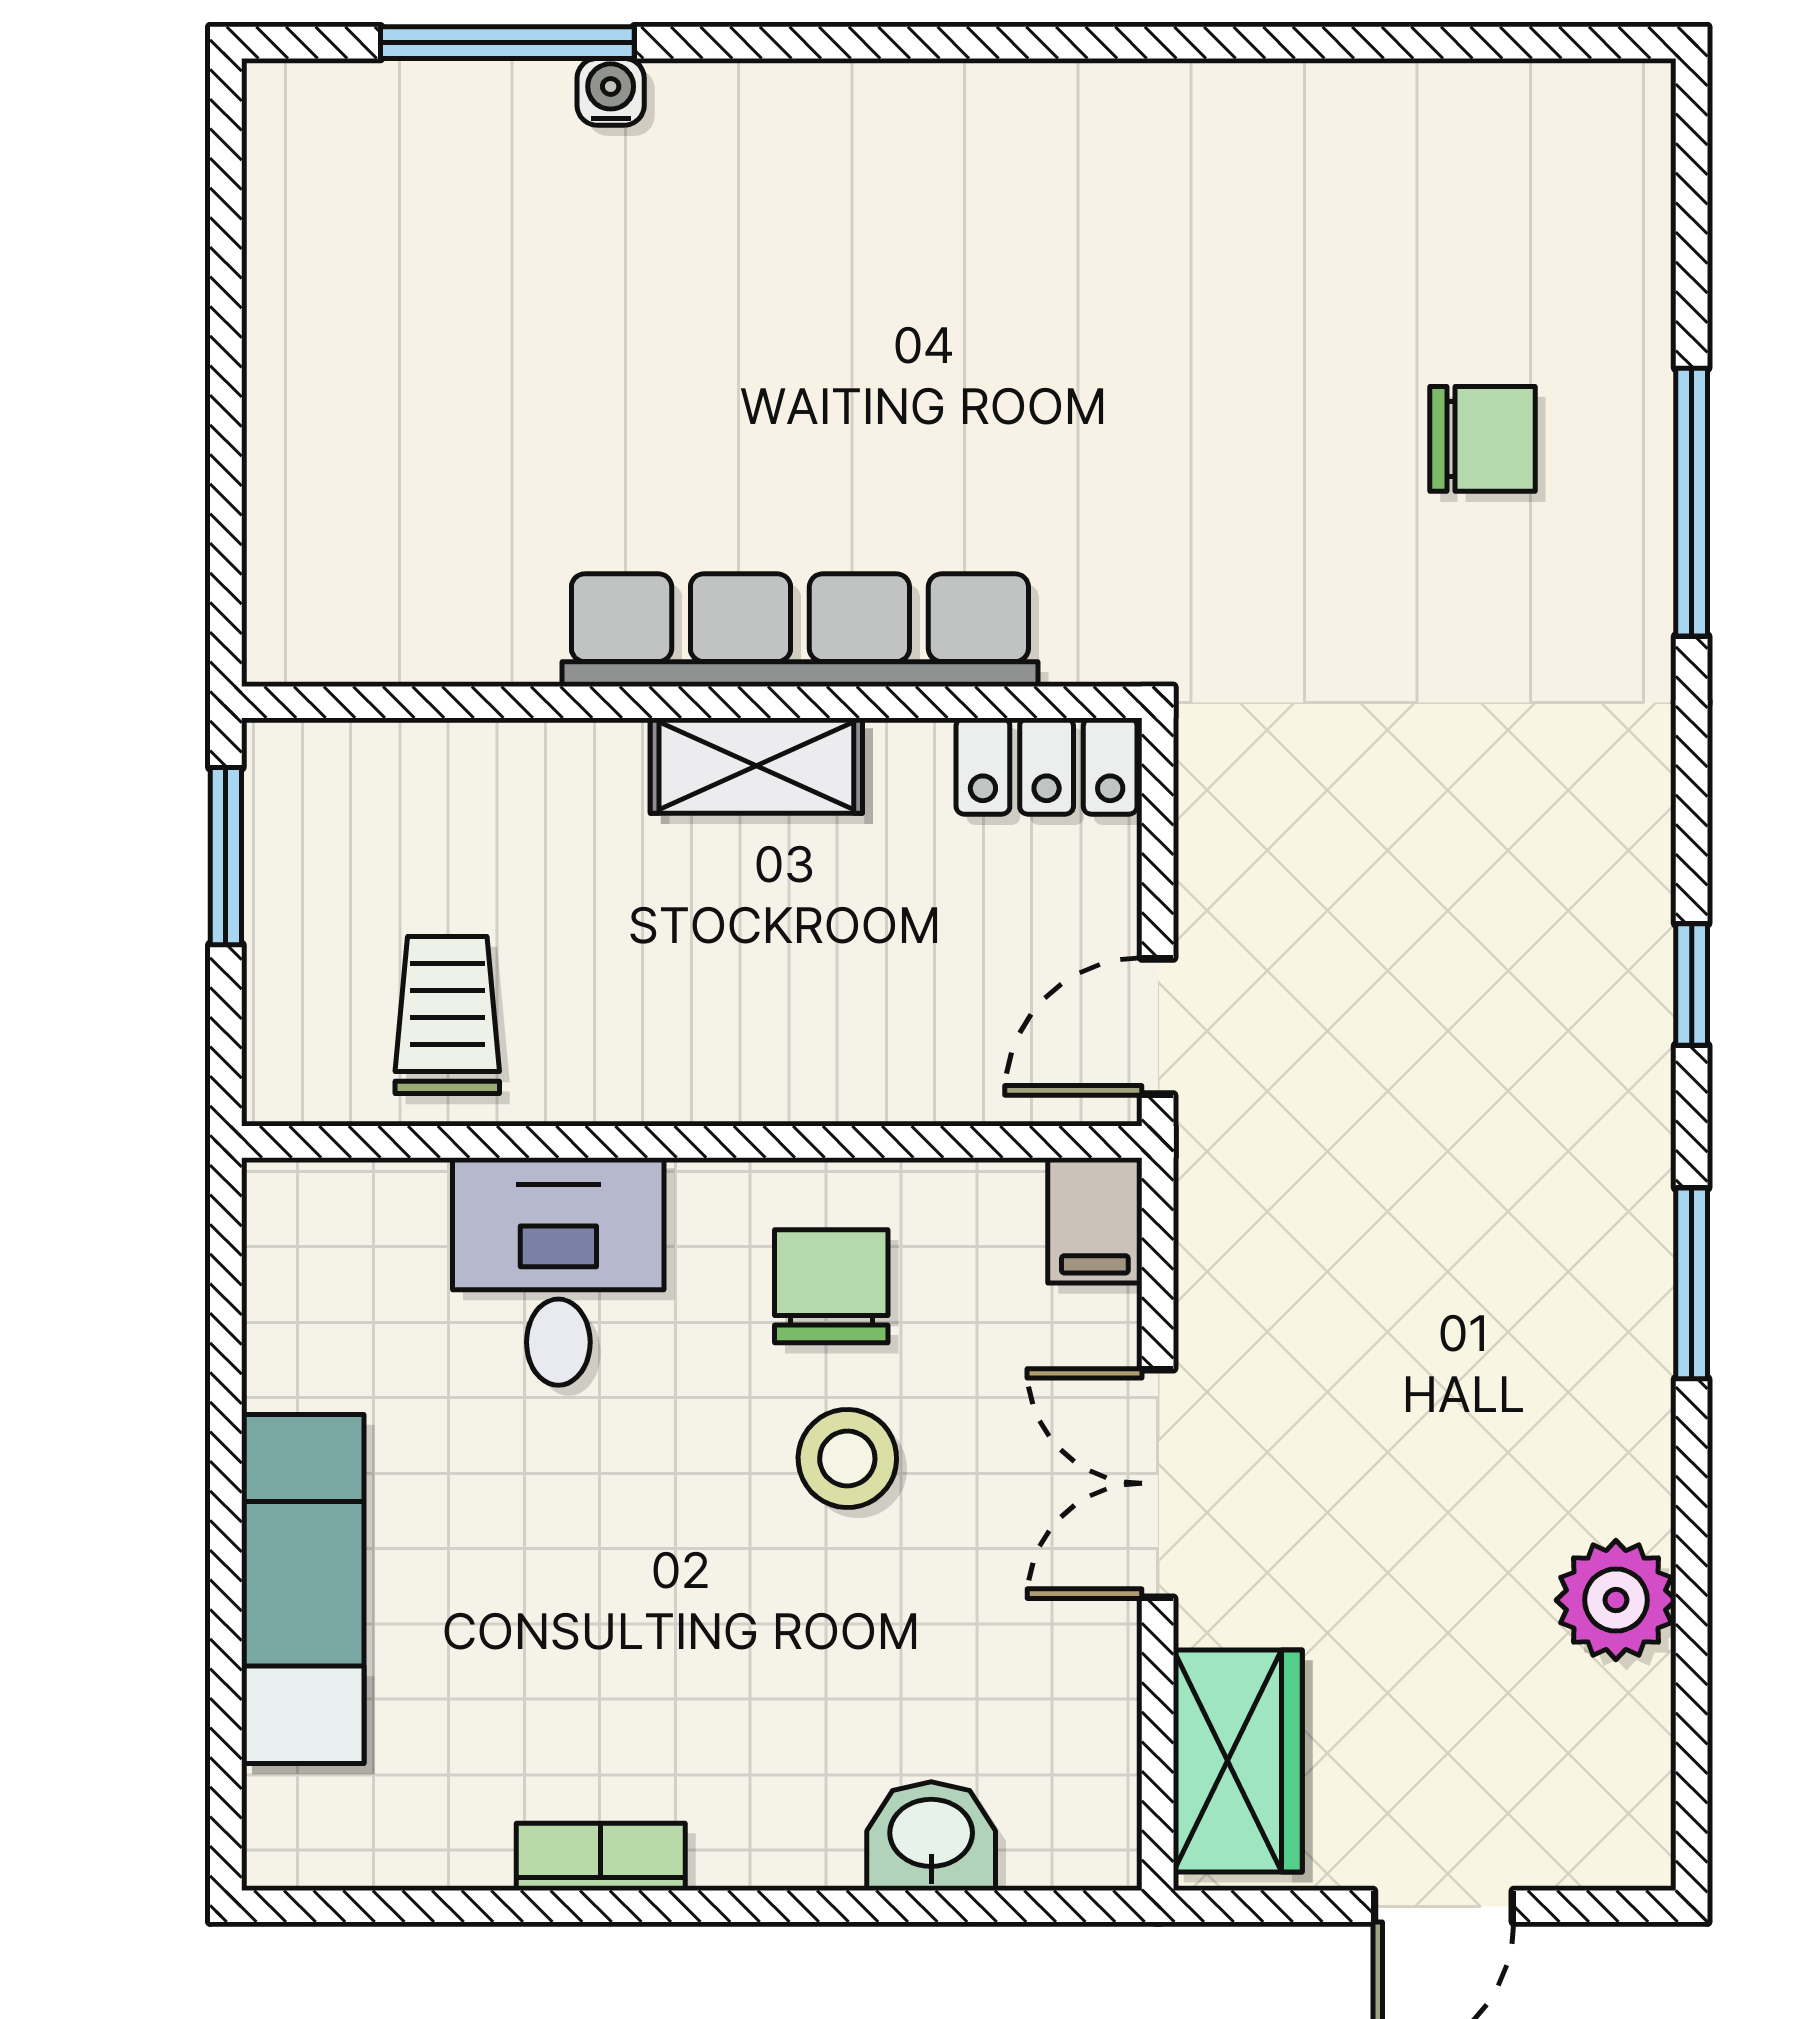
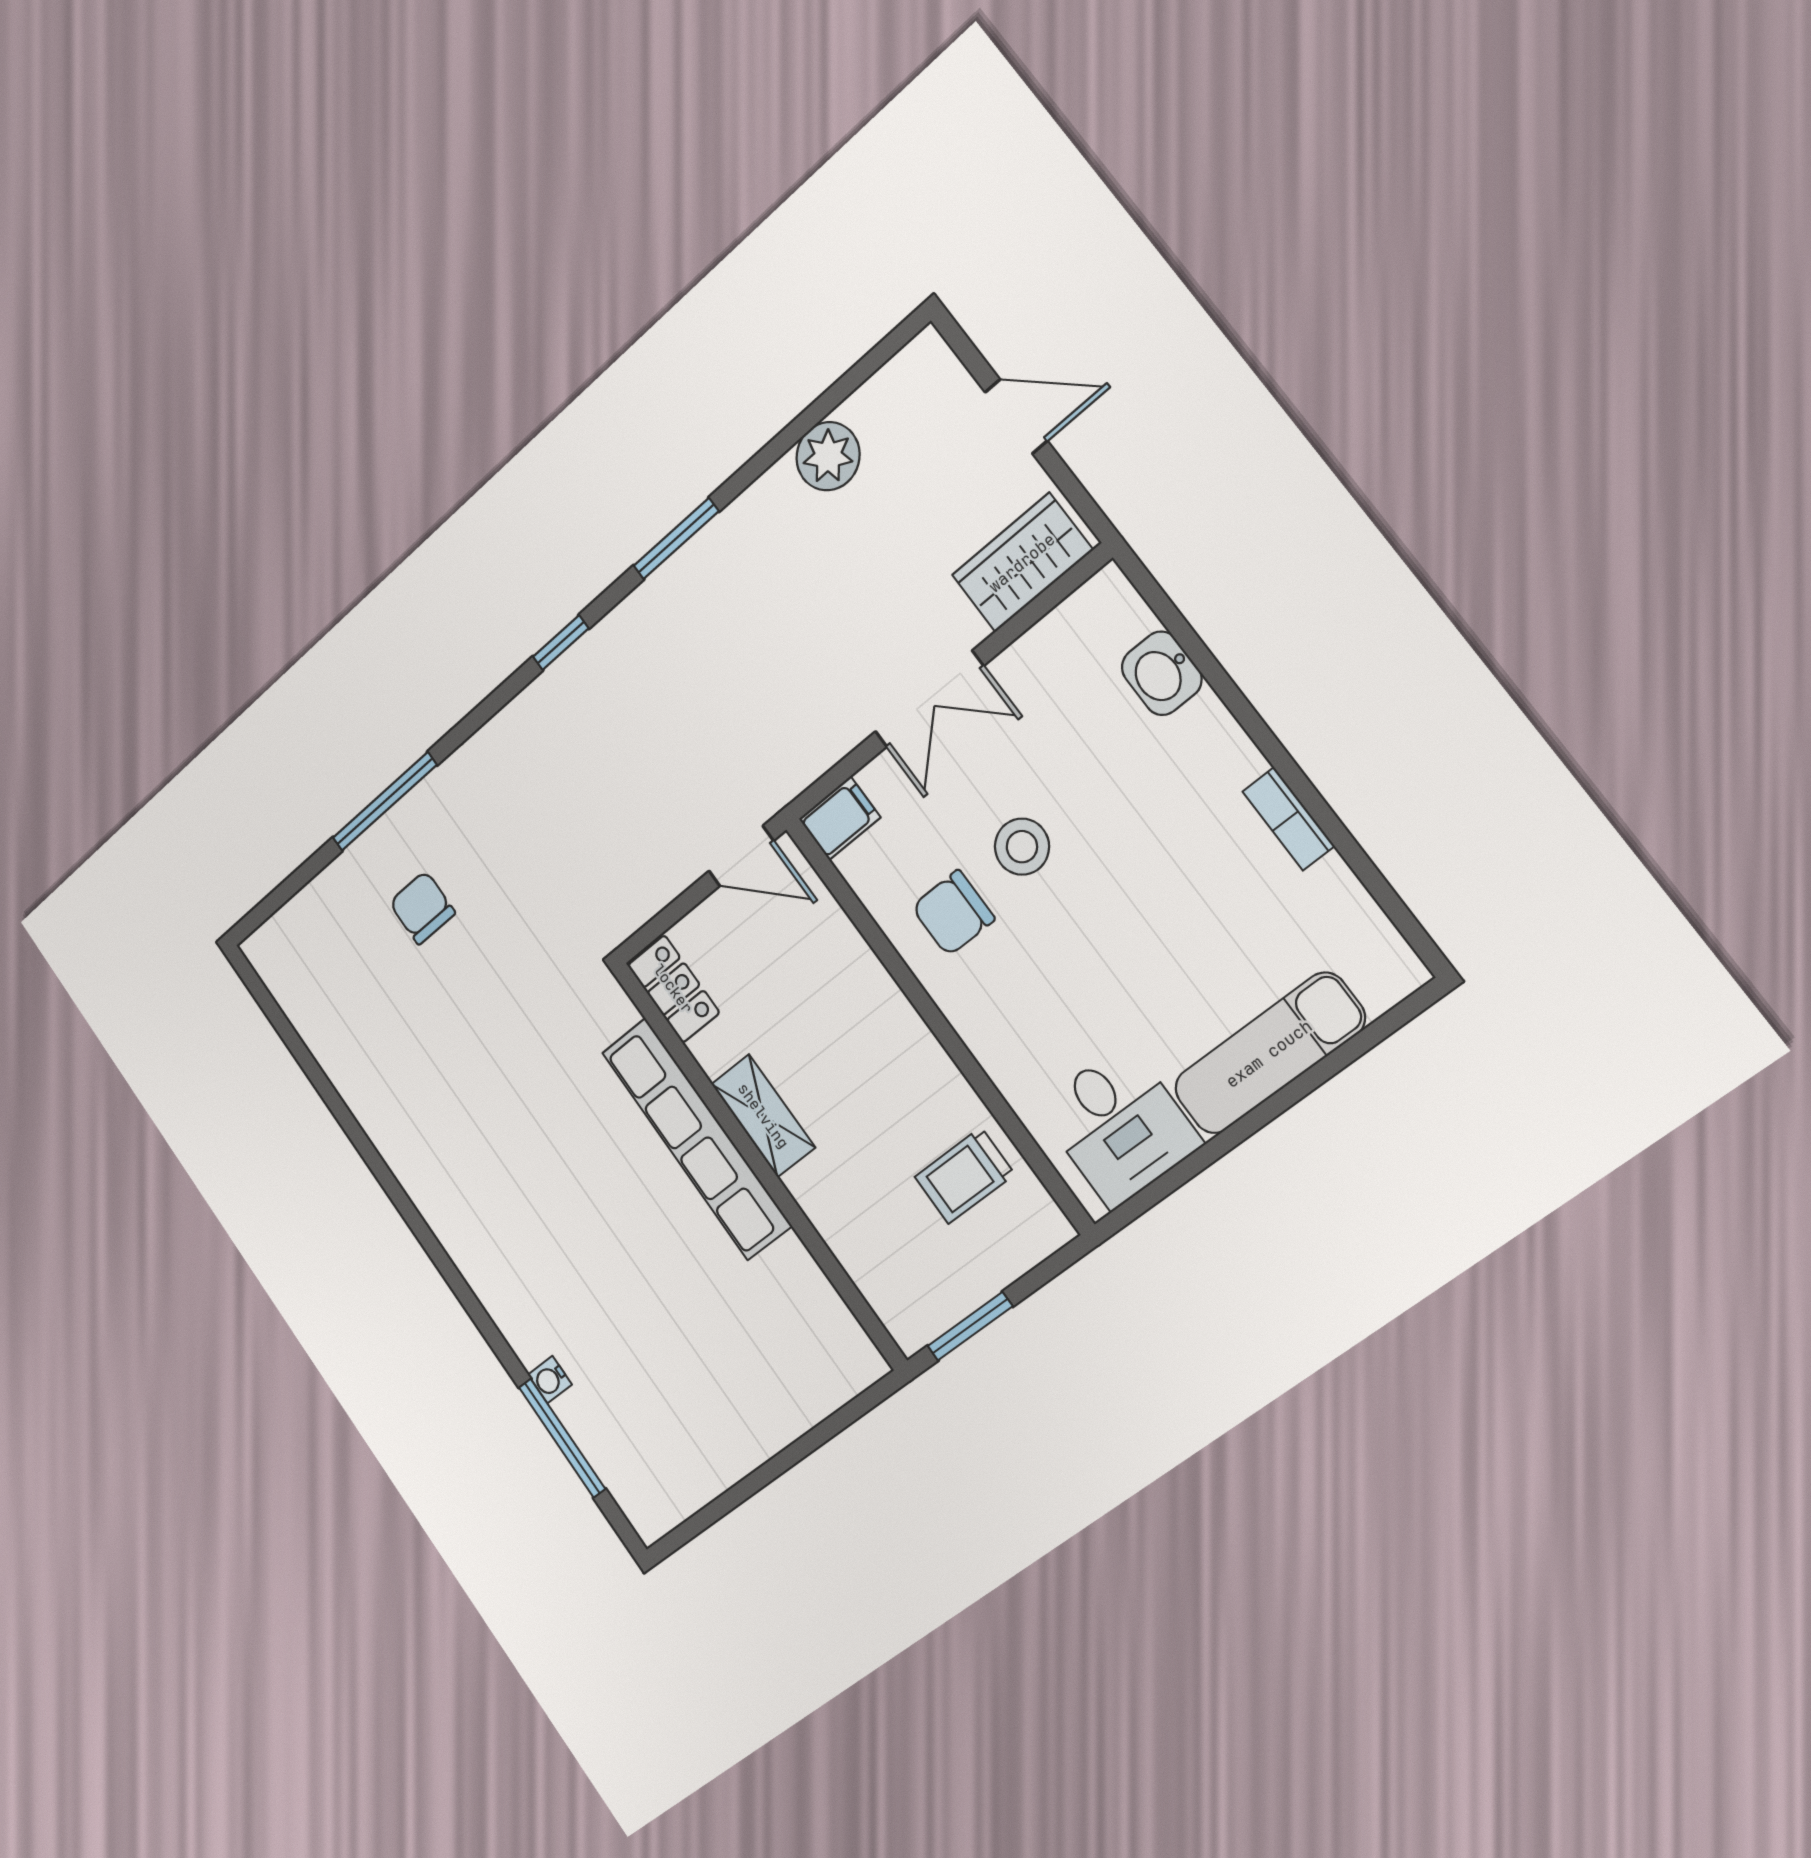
desk: (558, 1272) -> (1119, 1126), moved, turned -90

